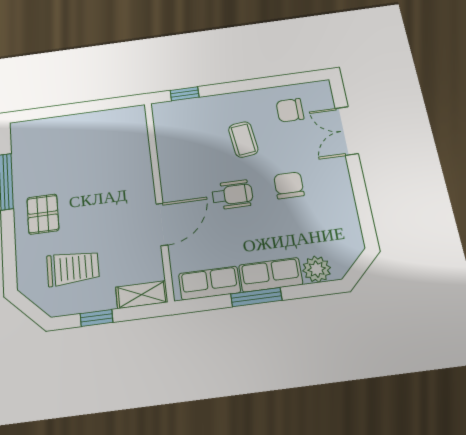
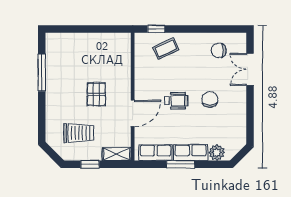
coffee table: (243, 139) -> (166, 48), moved, turned 72
pallet: (43, 214) -> (96, 94), moved

